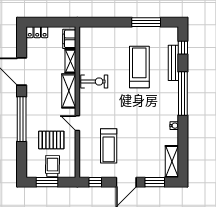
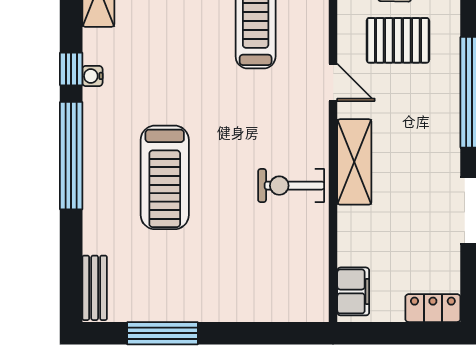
window: (183, 48) -> (71, 69), moved
shelving: (70, 61) -> (350, 236), removed
bench: (173, 63) -> (95, 288), moved, width x0.73
treadmill: (139, 67) -> (165, 177), moved

